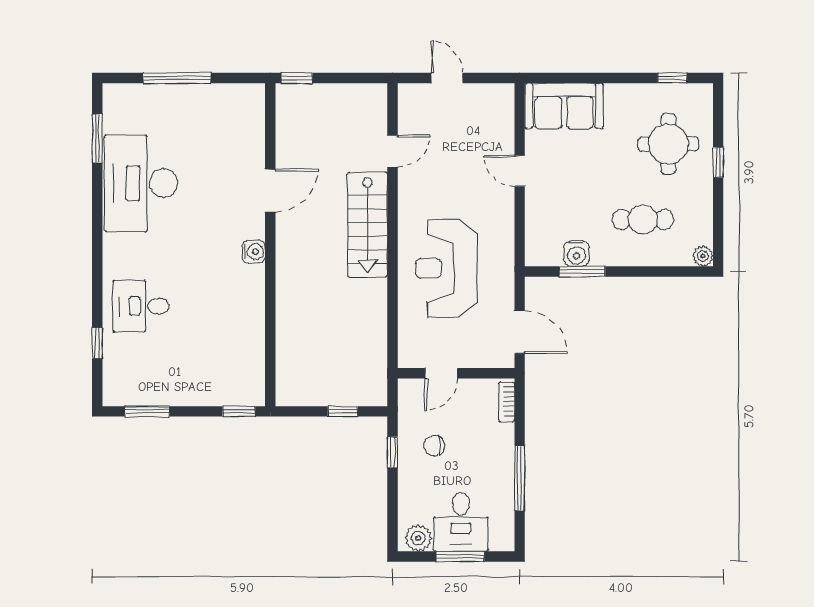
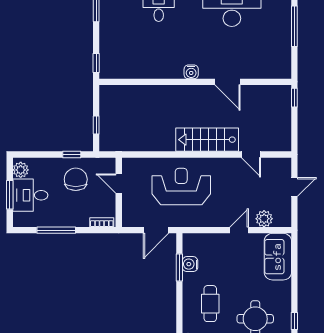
plant: (500, 129) -> (264, 219), added
door: (520, 332) -> (156, 230), moved
chair: (434, 446) -> (76, 179), width x1.87, depth x1.87

